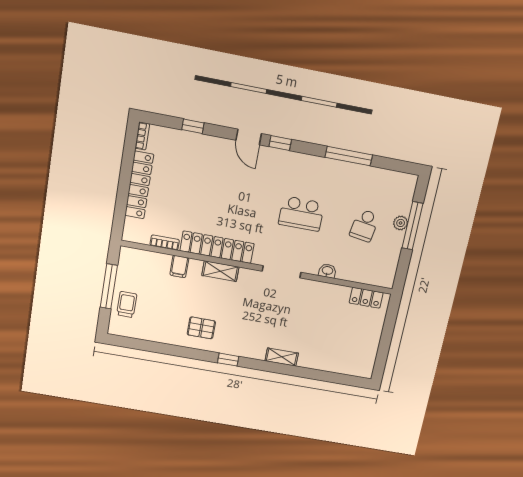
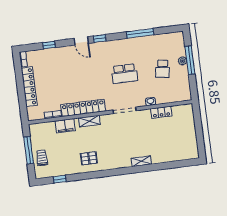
filing cabinet: (179, 266) -> (65, 126), width x2.00
locker: (366, 298) -> (161, 112), moved
window: (228, 360) -> (60, 179), moved

